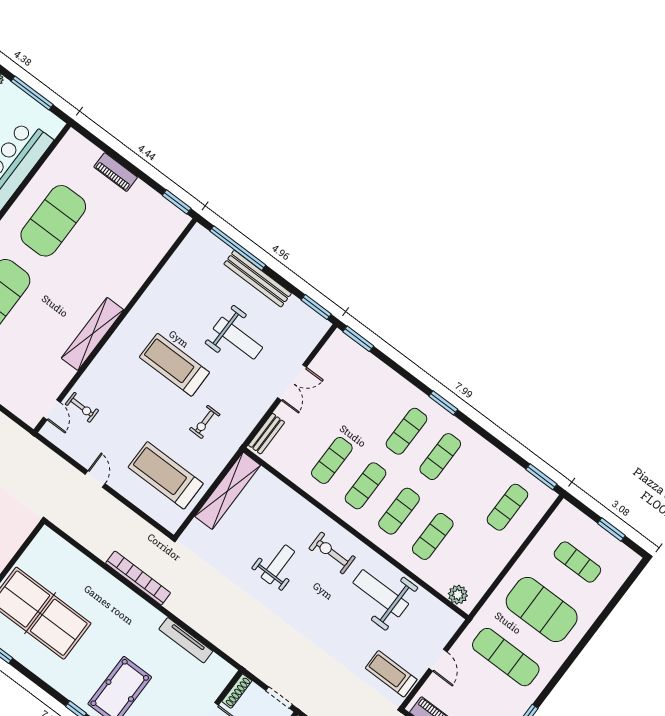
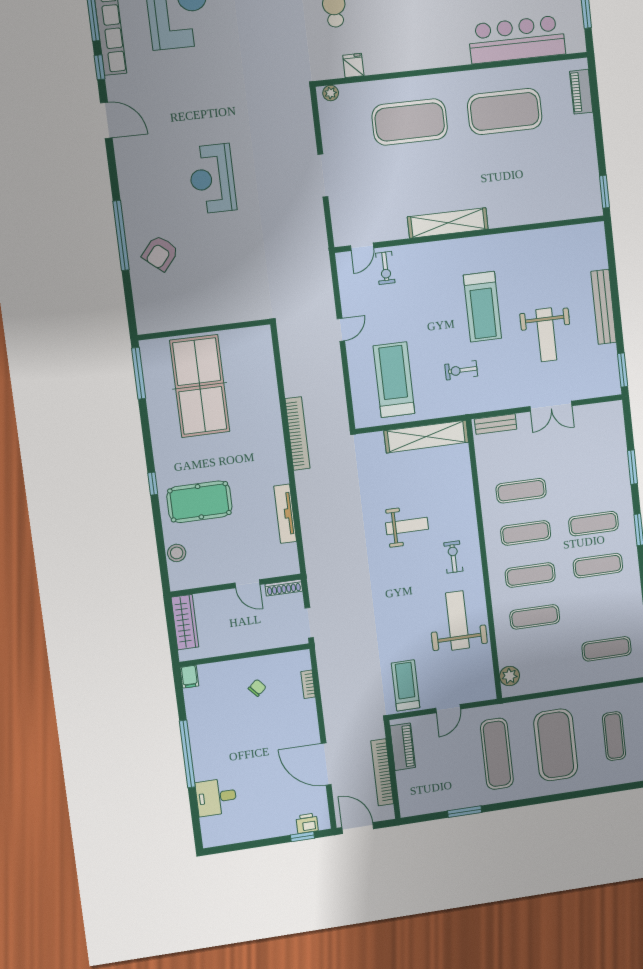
piano: (116, 172) -> (581, 92), moved
window: (238, 248) -> (612, 270), removed
window: (358, 339) -> (632, 467), moved
treadmill: (174, 365) -> (482, 307), turned 180
exercise bike: (332, 553) -> (453, 557), width x0.73, depth x0.72

